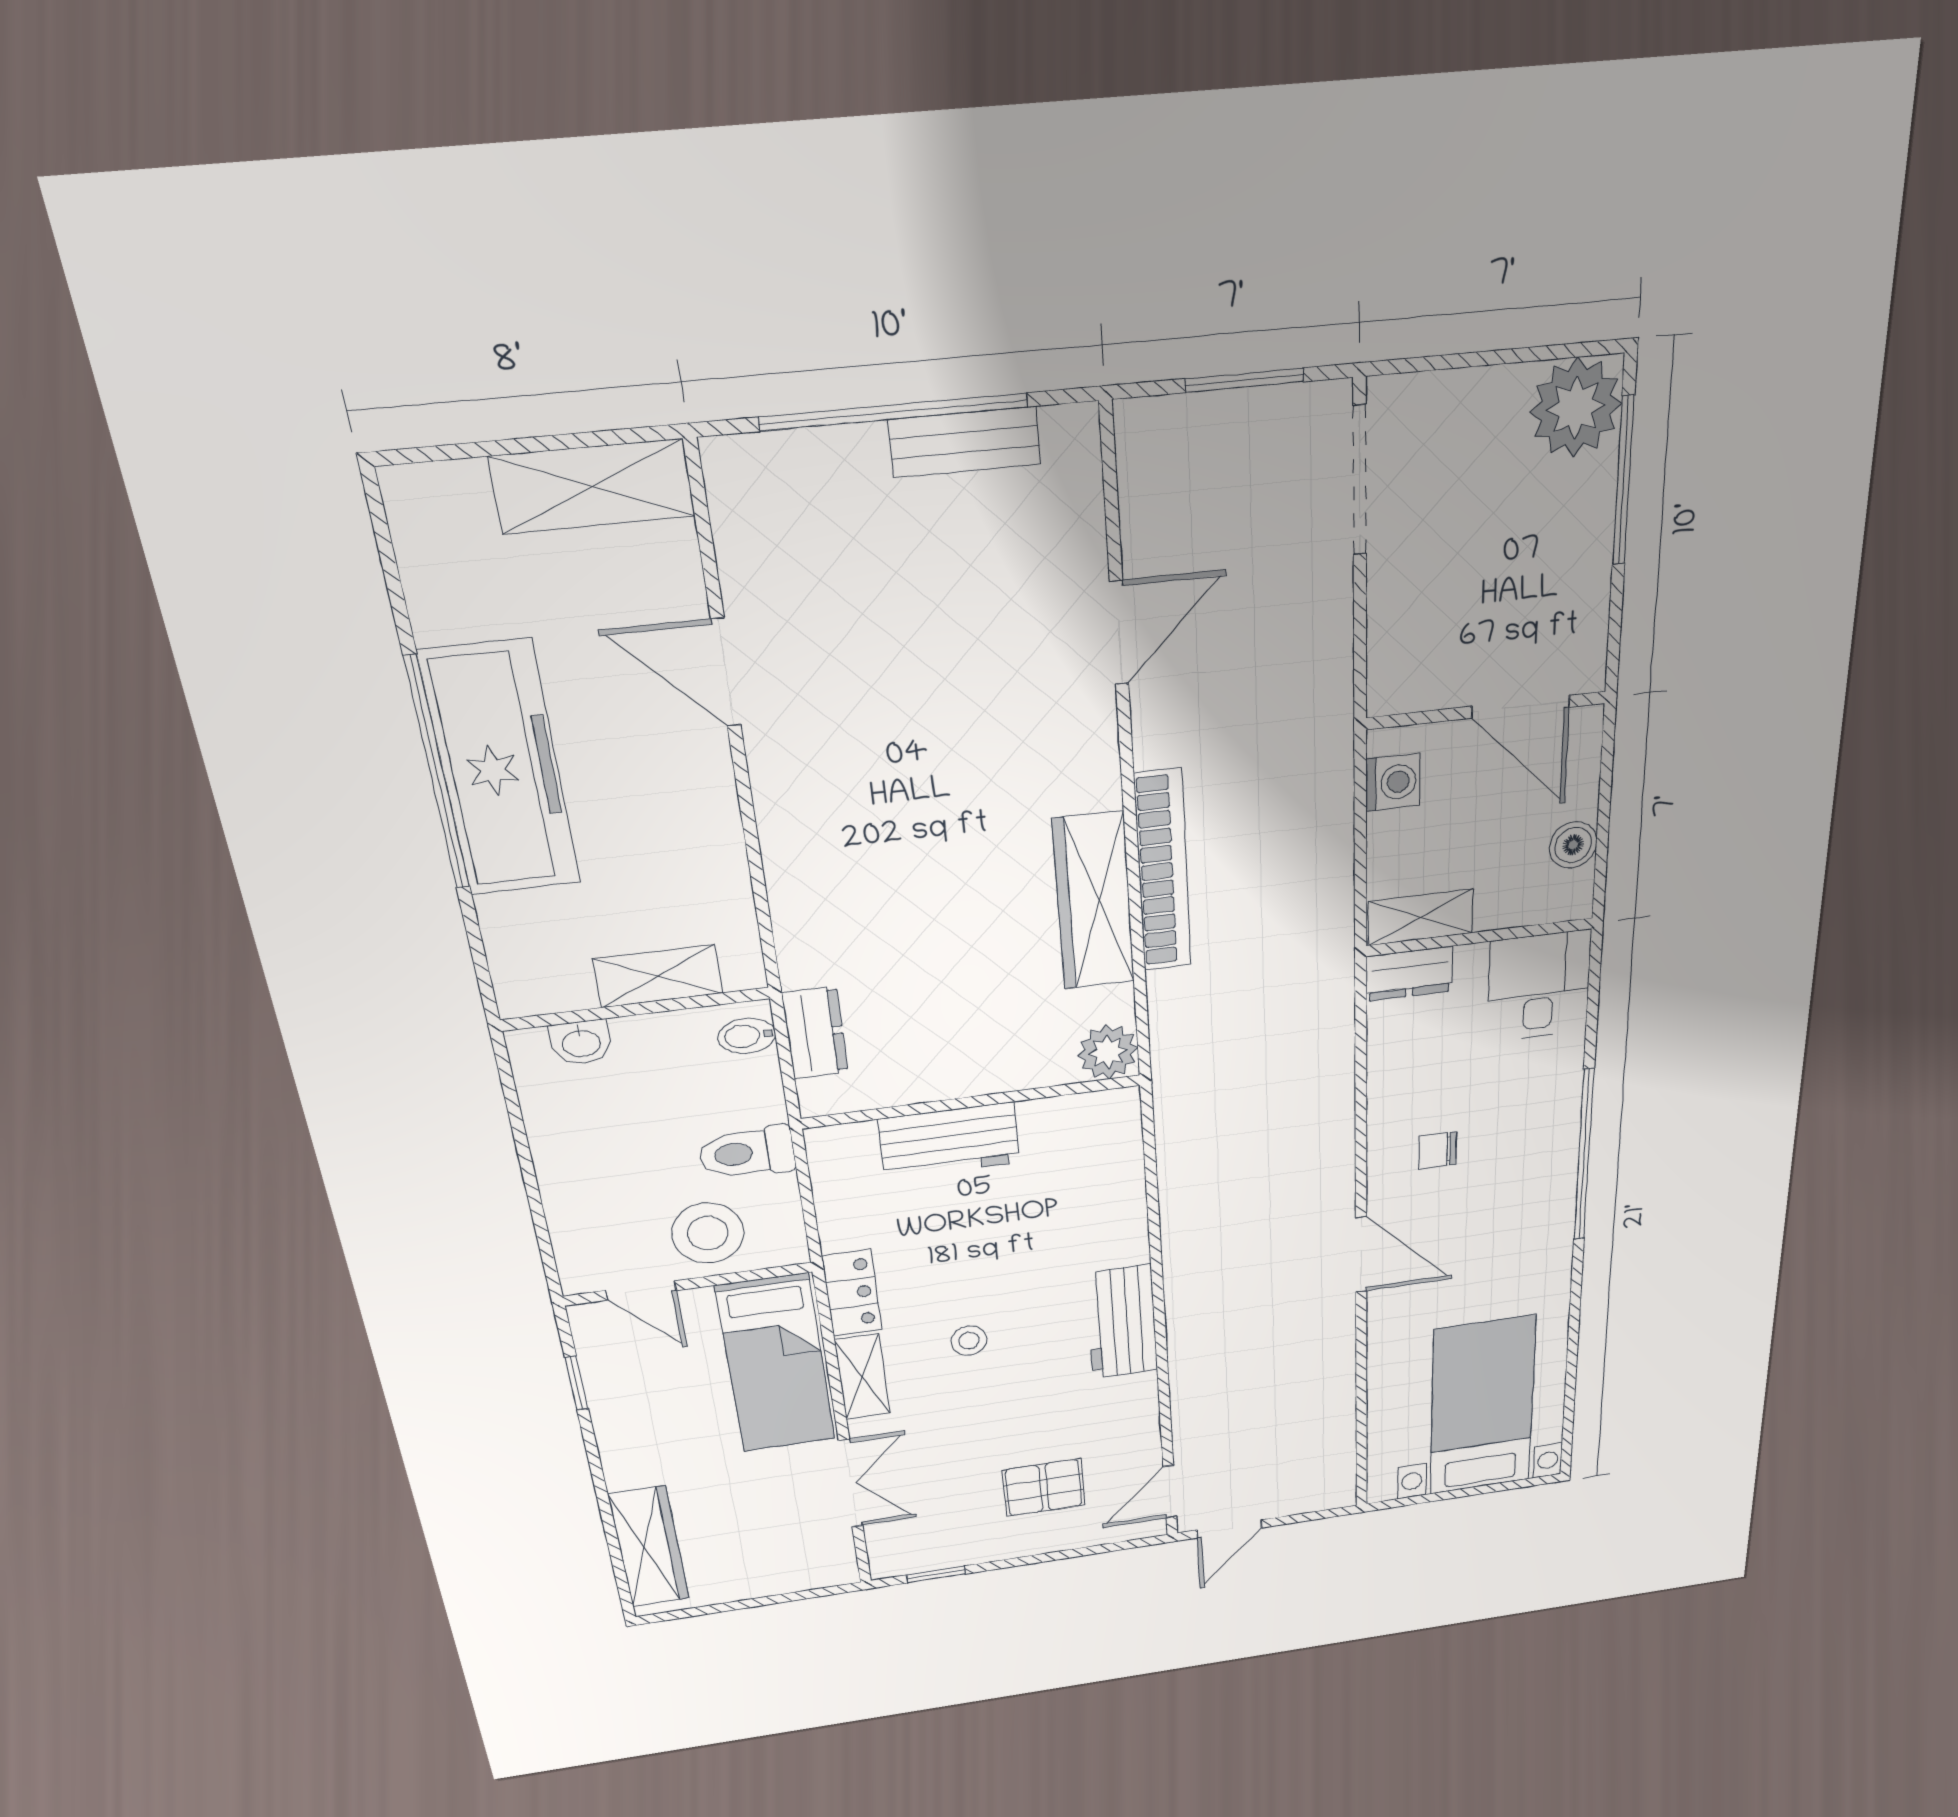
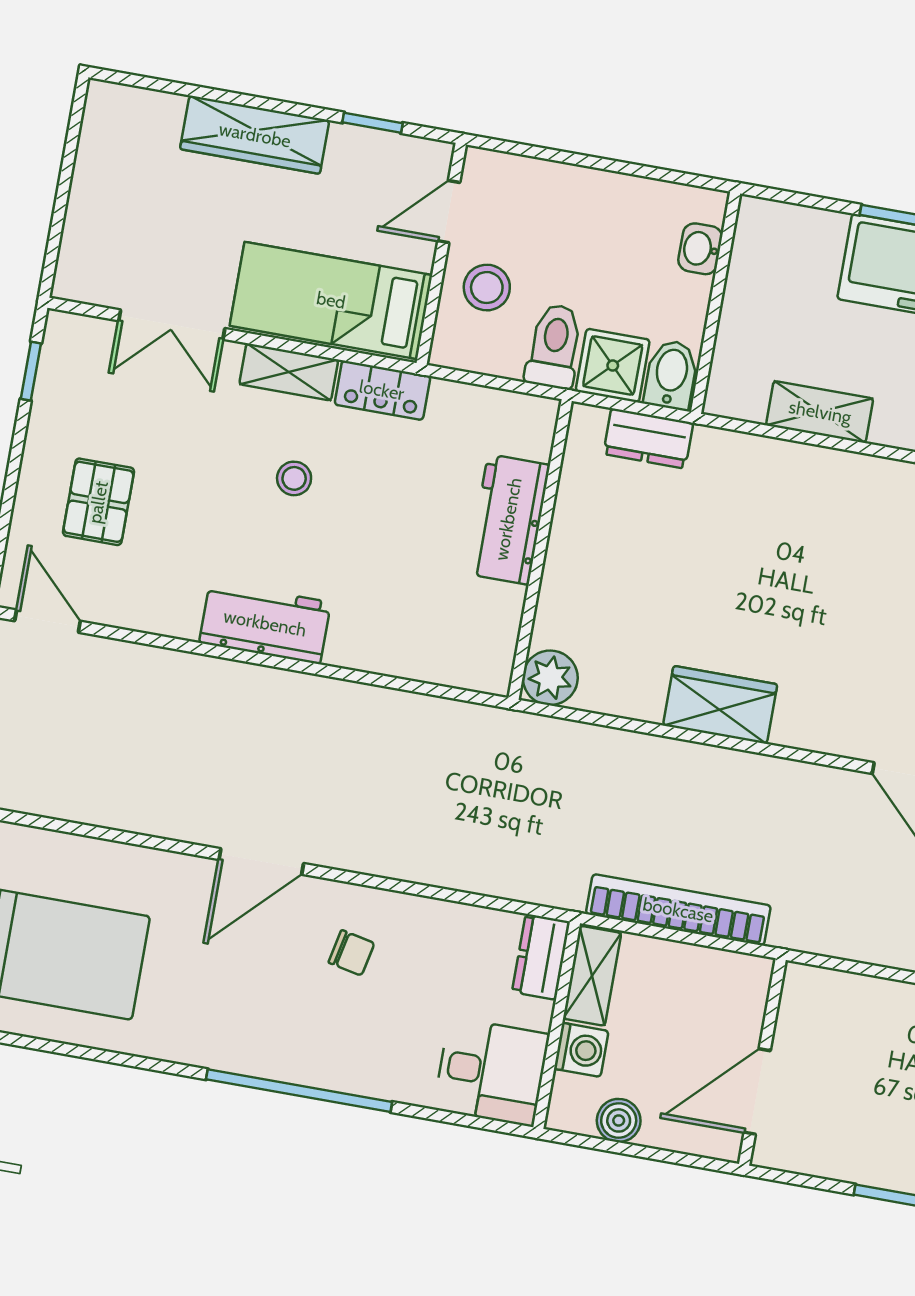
washing machine: (1393, 782) -> (581, 1050), moved, turned -90
bookcase: (1163, 871) -> (678, 910), moved, turned 180
wardrobe: (1094, 901) -> (720, 705), width x0.67
shelving: (658, 976) -> (820, 412), moved, turned 90
bidet: (747, 1036) -> (671, 375), width x1.38, depth x1.36
shower: (747, 1091) -> (613, 366), added
chair: (1438, 1150) -> (351, 953), turned 102
stool: (708, 1233) -> (487, 288), width x0.73, depth x0.73
wardrobe: (649, 1547) -> (255, 135), moved

